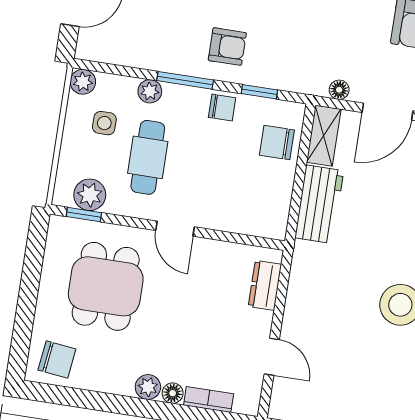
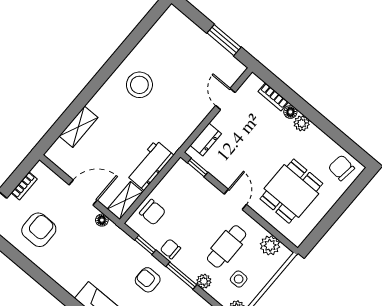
window: (84, 215) -> (198, 168), moved

